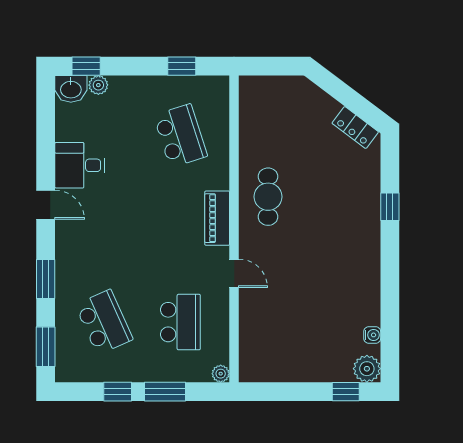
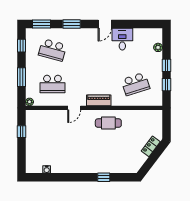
window: (86, 66) -> (167, 65), moved
washbasin: (71, 89) -> (156, 35), removed
locker: (355, 128) -> (151, 146), moved
school desk: (104, 322) -> (52, 50), turned 39
plant: (367, 369) -> (32, 167), removed
window: (118, 392) -> (21, 46), moved
window: (346, 392) -> (21, 132), moved

